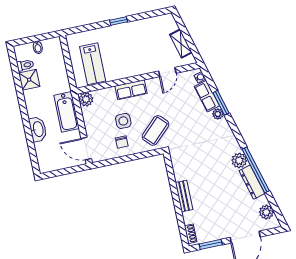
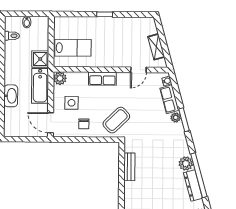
lab bench: (93, 64) -> (73, 48), turned -90
shower: (29, 80) -> (40, 59), moved
window: (221, 103) -> (184, 120), moved
side table: (123, 121) -> (72, 103), moved
bench: (184, 196) -> (129, 167), moved

